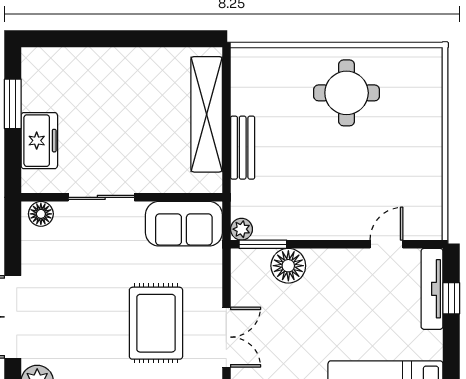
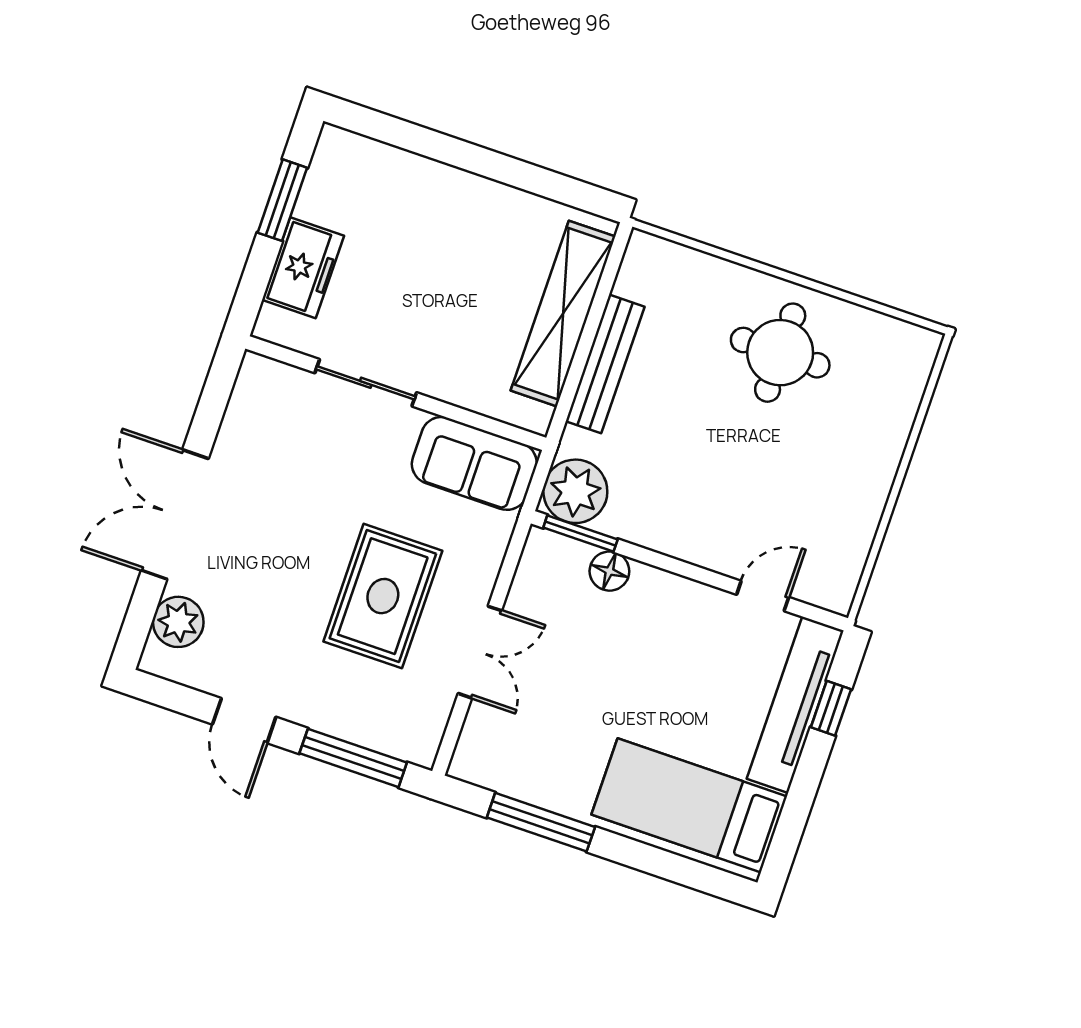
bench: (243, 148) -> (605, 364), width x1.36
floor lamp: (41, 214) -> (268, 377), removed
plant: (242, 229) -> (575, 491), width x1.87, depth x1.87
floor lamp: (288, 266) -> (609, 571), width x0.73, depth x0.73
tv unit: (432, 289) -> (795, 705), width x1.36, depth x1.29

